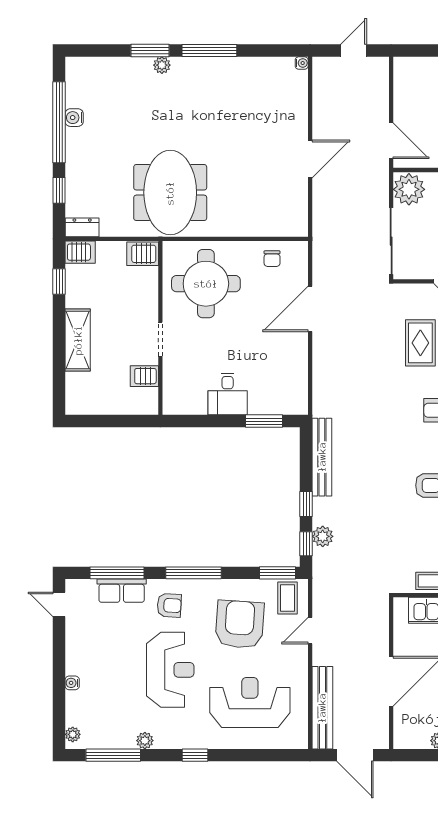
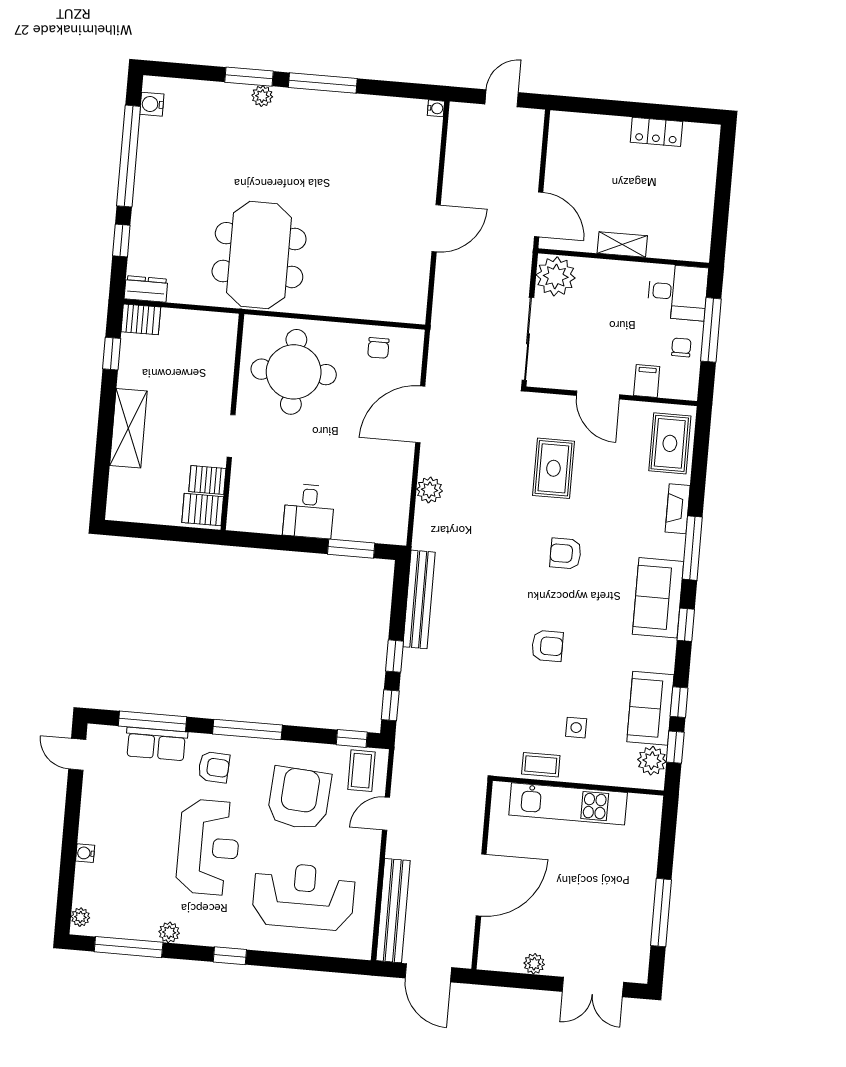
water cooler: (74, 118) -> (152, 104), moved
server rack: (143, 254) -> (203, 510), moved
plant: (323, 536) -> (429, 490), moved
window: (278, 573) -> (352, 738), width x0.67

